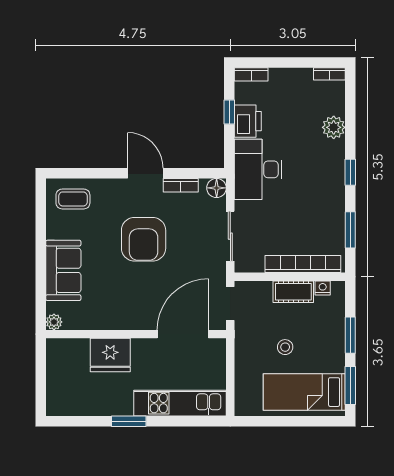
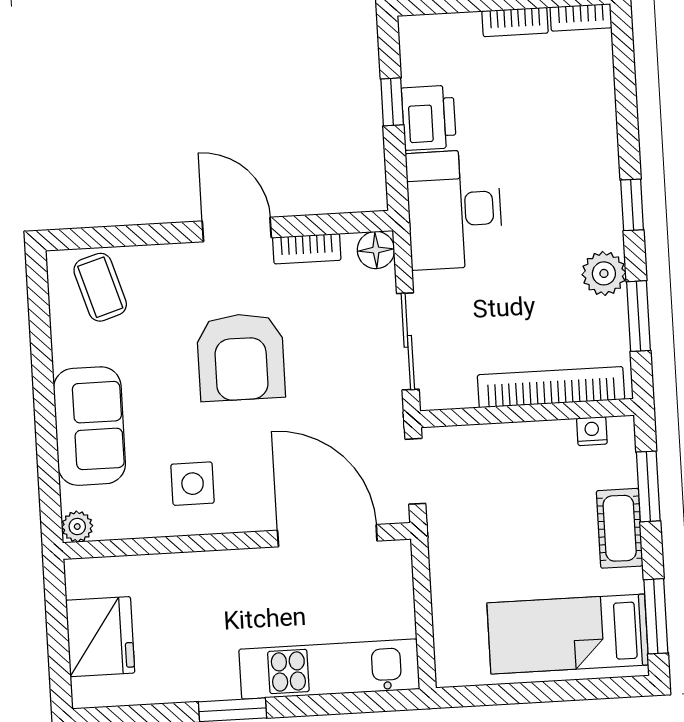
bookcase: (251, 74) -> (515, 22), moved
plant: (334, 127) -> (604, 273), moved
coffee table: (73, 199) -> (100, 287), turned 73
cot: (293, 292) -> (620, 528), moved, turned 90
side table: (115, 303) -> (193, 484), added
door: (183, 334) -> (327, 536), hinge flipped
window: (350, 335) -> (648, 486), moved
stool: (285, 347) -> (526, 549), removed
fridge: (110, 355) -> (100, 637), moved, turned -90

